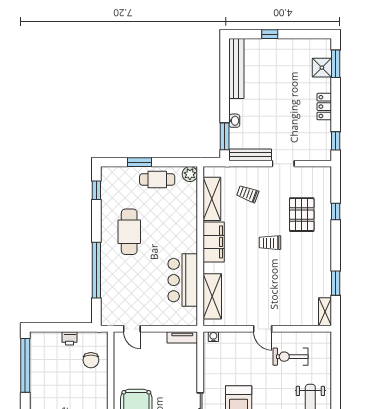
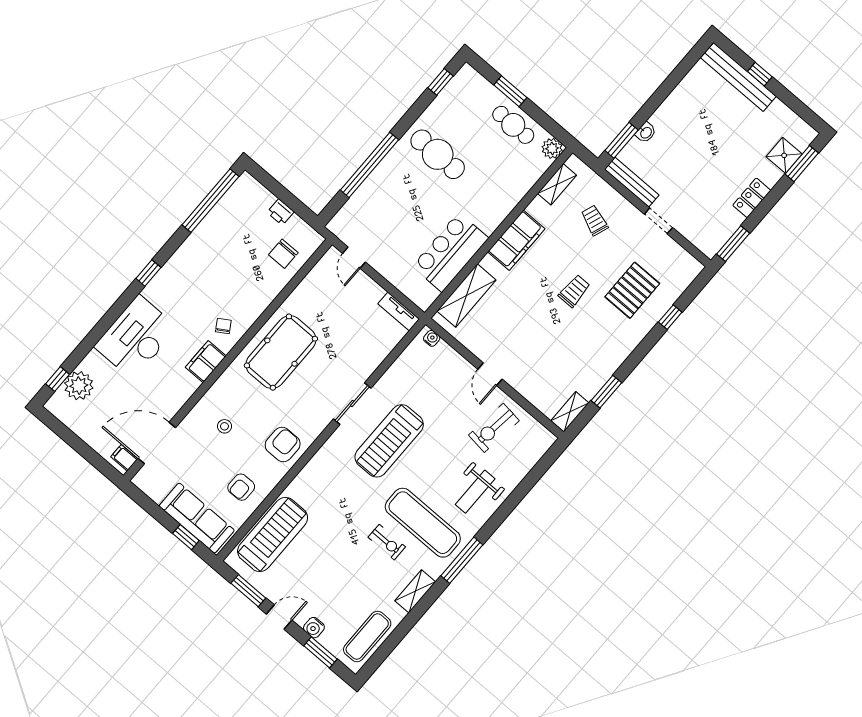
bench: (236, 69) -> (738, 77), moved, turned 90
window: (336, 141) -> (733, 244), width x1.50
shelving: (212, 199) -> (557, 184), width x0.67, depth x0.75
cafe table: (129, 232) -> (438, 154), turned 90
trolley: (270, 243) -> (574, 291), turned 90
exercise bike: (290, 357) -> (494, 428), turned -83

